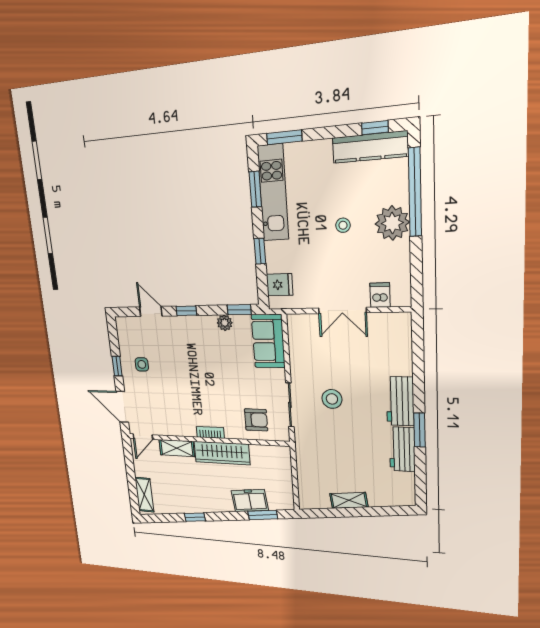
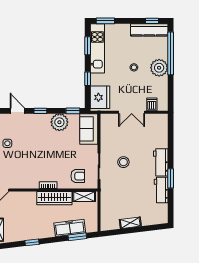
fridge: (280, 285) -> (100, 97), width x1.88, depth x1.34
plant: (225, 323) -> (59, 122), width x1.87, depth x1.87
shelving: (177, 448) -> (84, 196), moved
freezer: (250, 501) -> (70, 228), width x1.40

